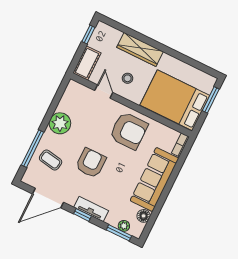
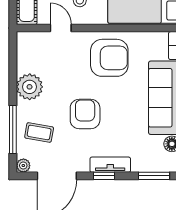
plant: (124, 226) -> (23, 166), moved

